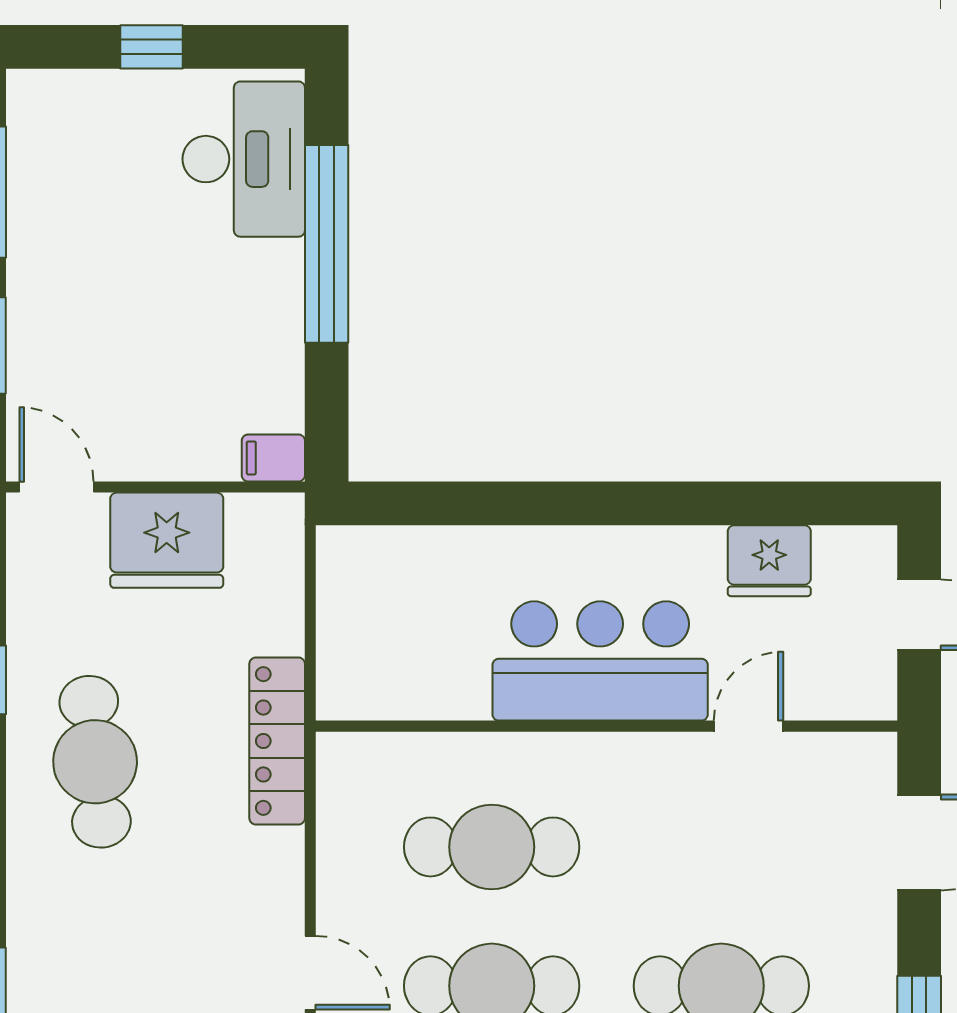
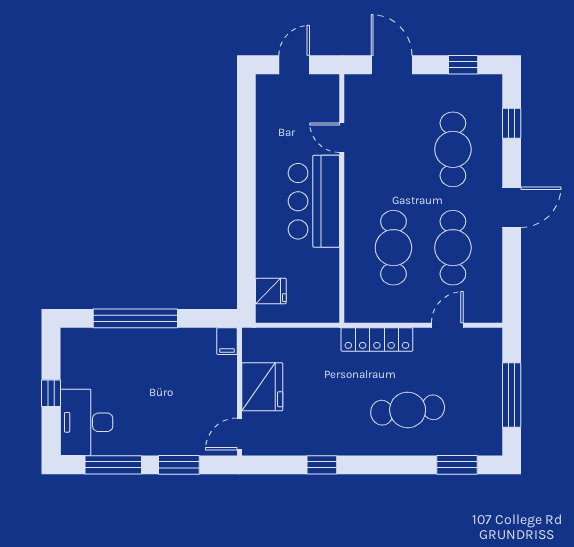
desk: (244, 159) -> (86, 422), moved, turned -90
fridge: (769, 561) -> (271, 291), moved, width x0.72
locker: (277, 741) -> (377, 339), moved
cafe table: (95, 762) -> (408, 410), moved

